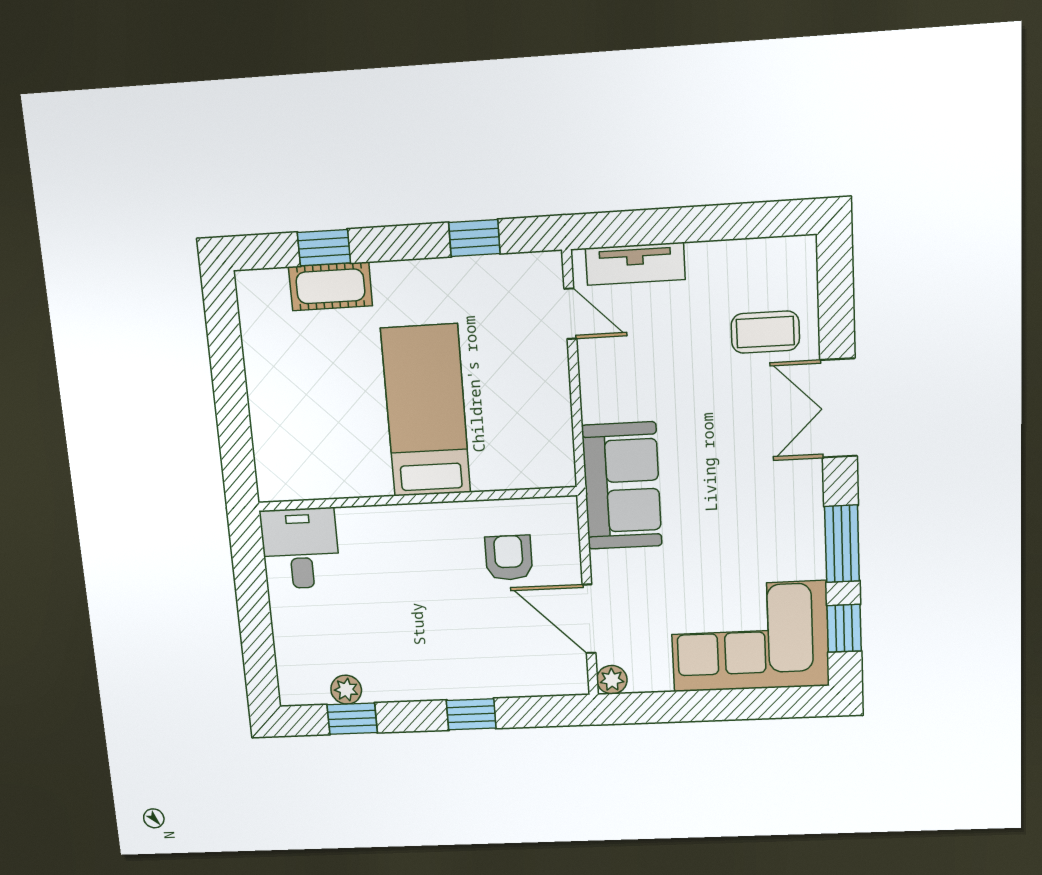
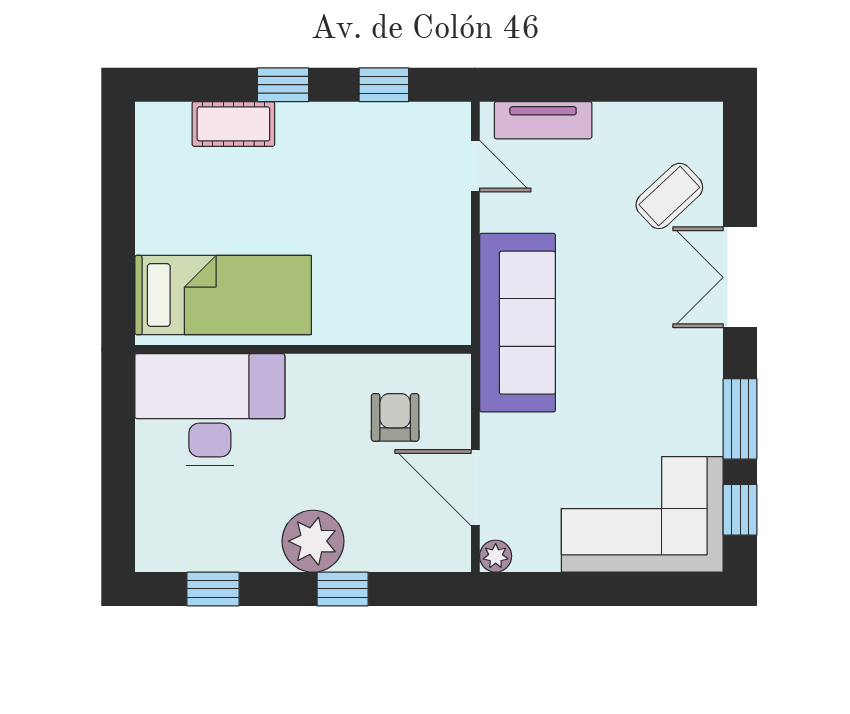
window: (324, 248) -> (283, 85), moved
coffee table: (765, 332) -> (669, 196), turned -43
bed: (426, 411) -> (223, 295), moved, turned 90
sofa: (622, 486) -> (517, 323), width x1.36
desk: (300, 548) -> (210, 410), width x1.87, depth x1.30
plant: (346, 690) -> (313, 541), moved, width x1.88, depth x1.88

